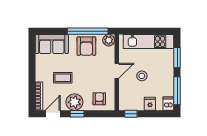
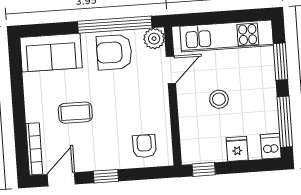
armchair: (86, 46) -> (114, 52), turned 90
door: (117, 71) -> (171, 70), moved
plant: (74, 102) -> (100, 155), removed

